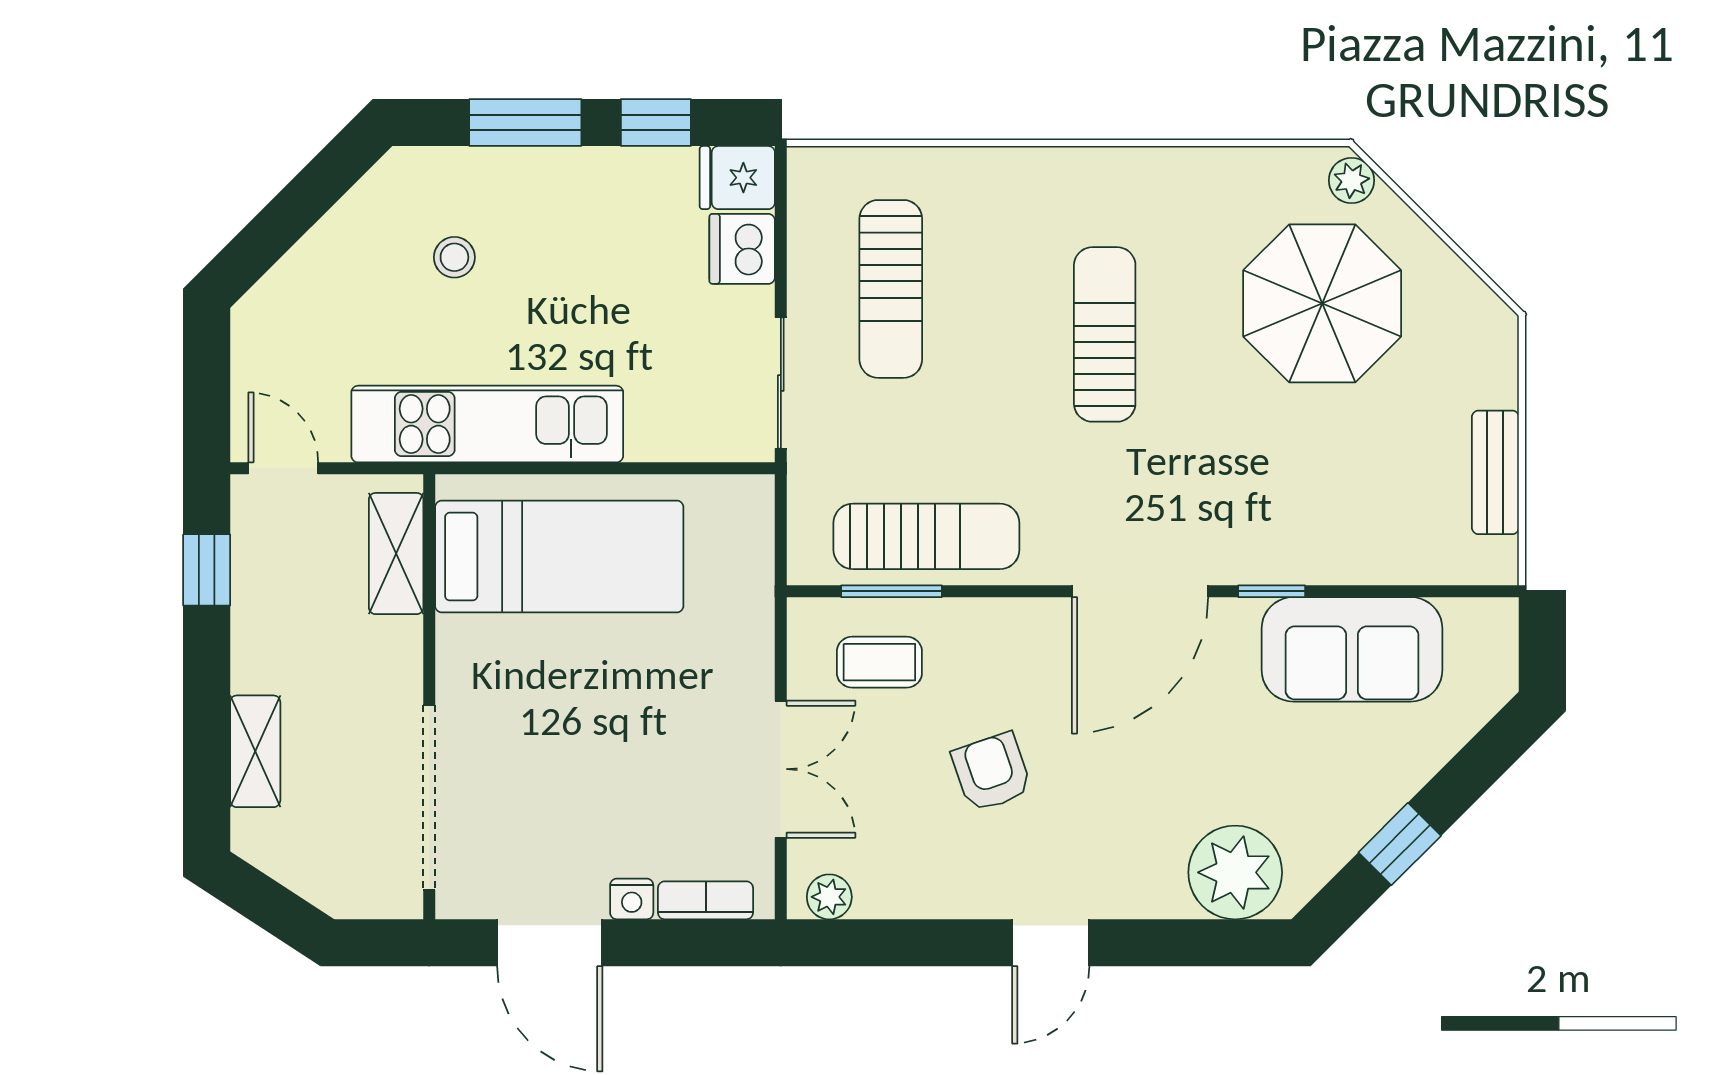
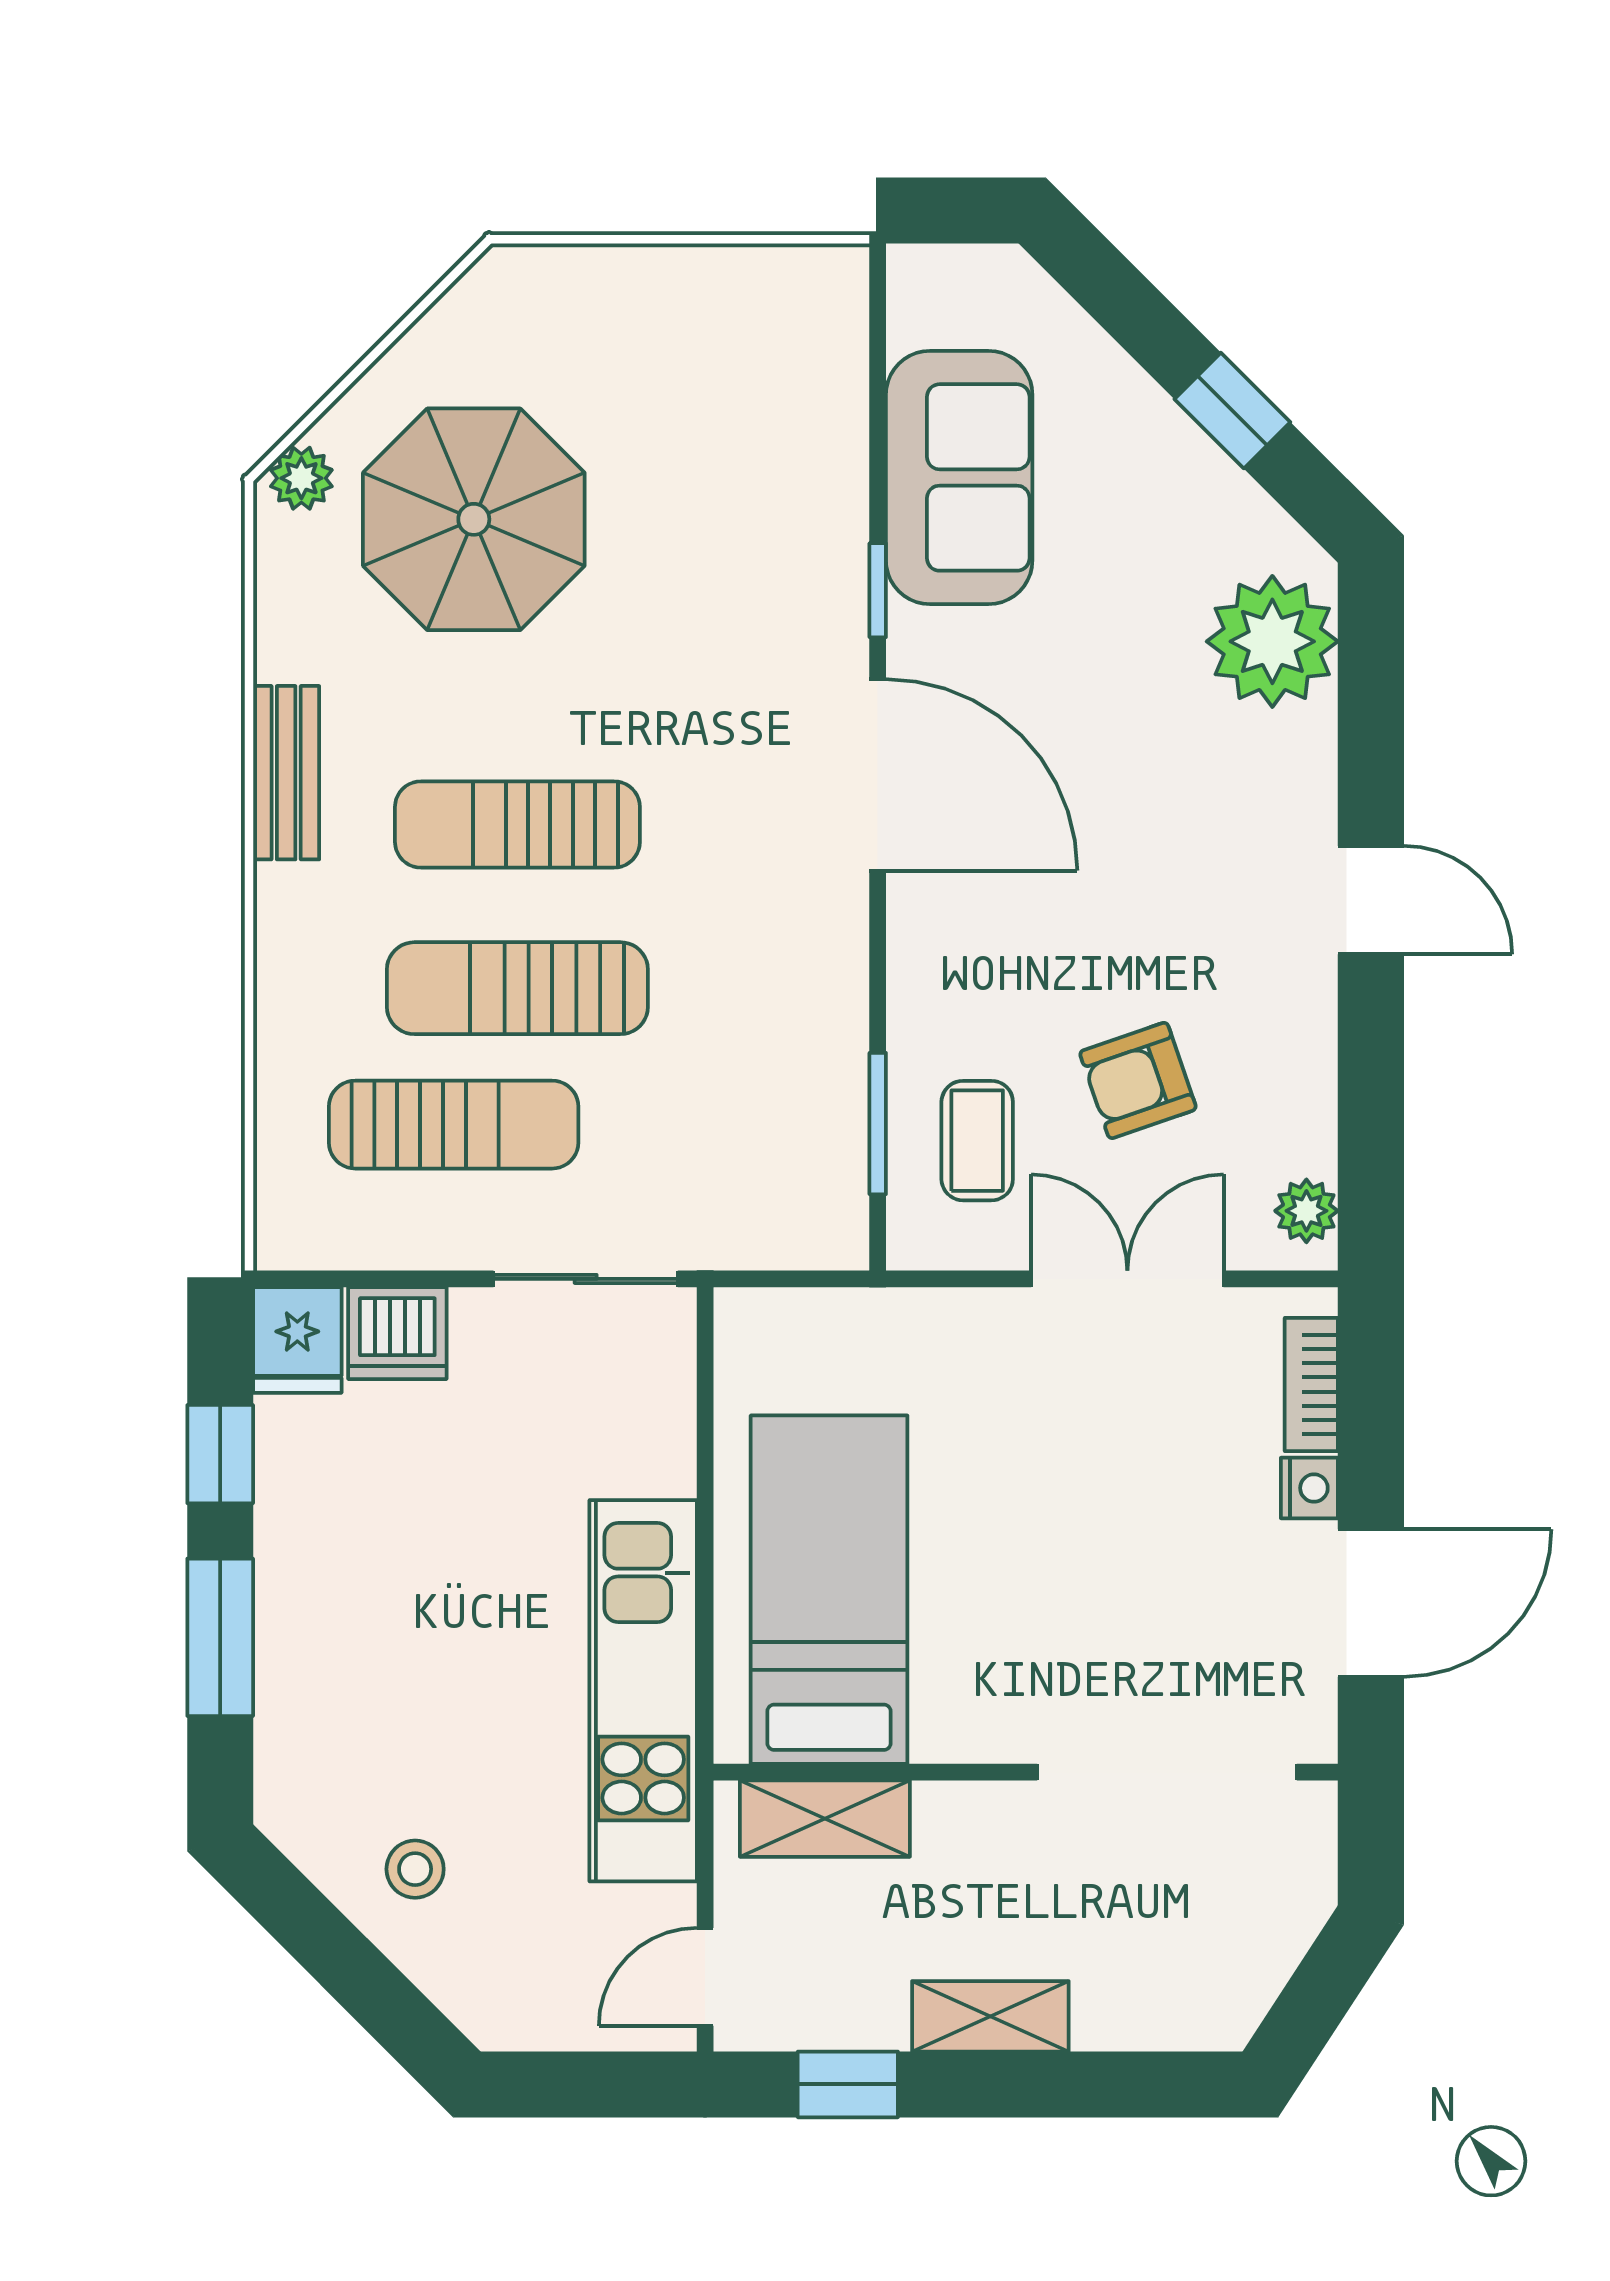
stool: (454, 257) -> (415, 1869), moved
bench: (1495, 472) -> (286, 773), moved, turned 90
sun lounger: (926, 536) -> (517, 988), moved, turned -90
shelving: (255, 751) -> (990, 2016), moved
armchair: (992, 772) -> (1138, 1080), moved

